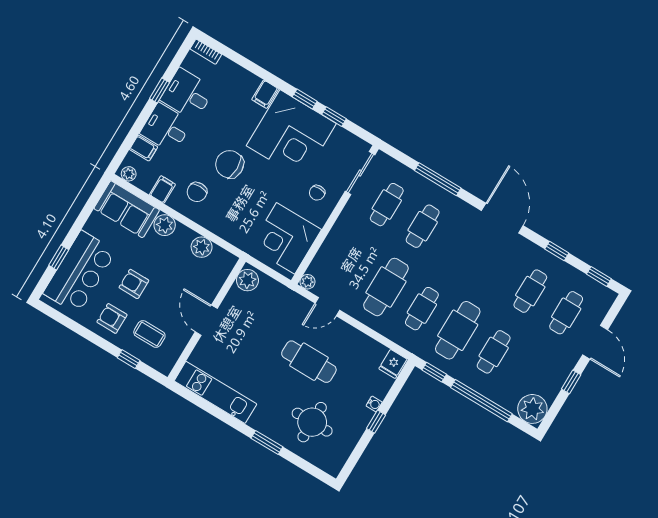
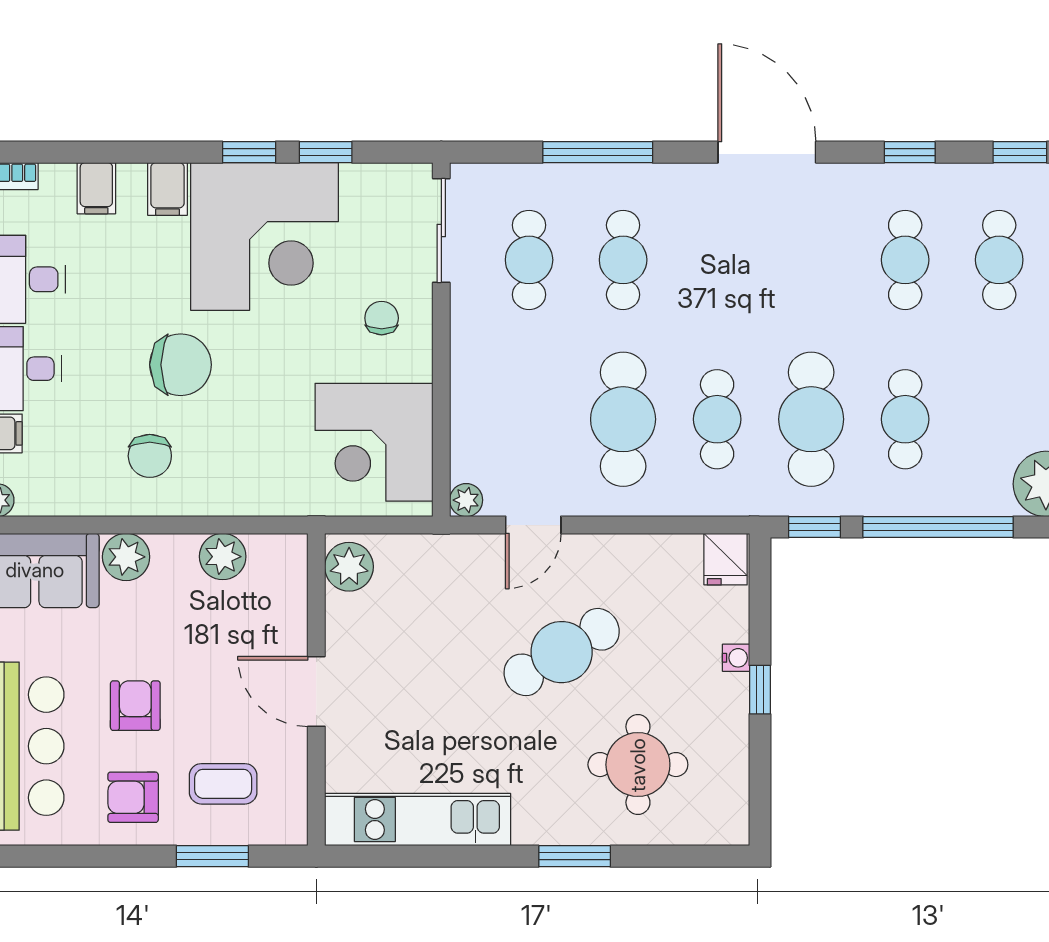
chair: (230, 164) -> (181, 365), turned 180
filing cabinet: (162, 189) -> (96, 188), moved, turned 180
chair: (317, 193) -> (382, 318), turned 180
armchair: (134, 284) -> (135, 706), turned 90
window: (129, 359) -> (212, 856), width x1.50
cafe table: (309, 362) -> (562, 652), turned -31

